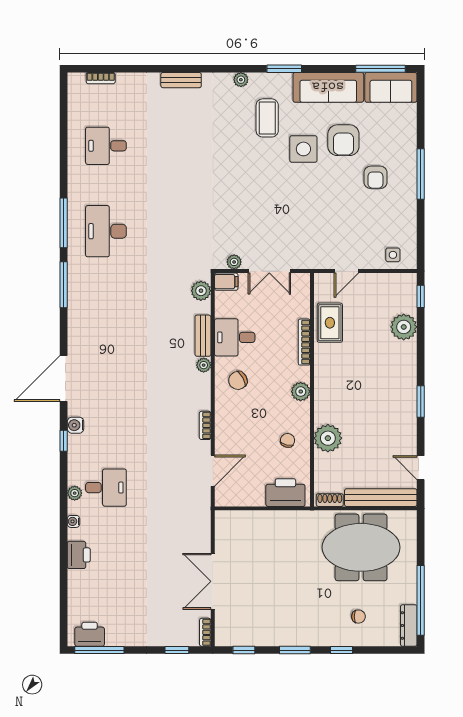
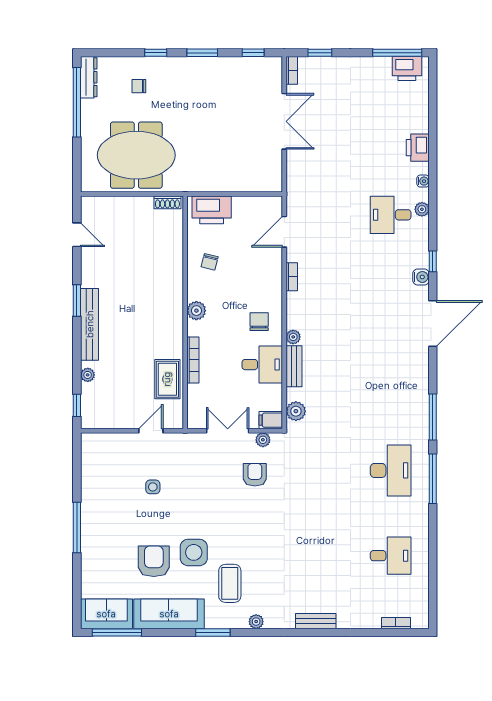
armchair: (375, 177) -> (255, 475), moved
side table: (393, 255) -> (153, 487), moved
plant: (404, 327) -> (88, 375), width x0.53, depth x0.53
chair: (238, 380) -> (259, 322), turned -61
plant: (328, 438) -> (169, 264), removed
bench: (381, 498) -> (90, 324), moved, turned 90

